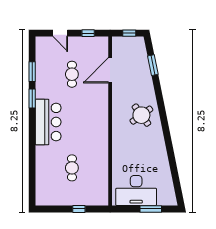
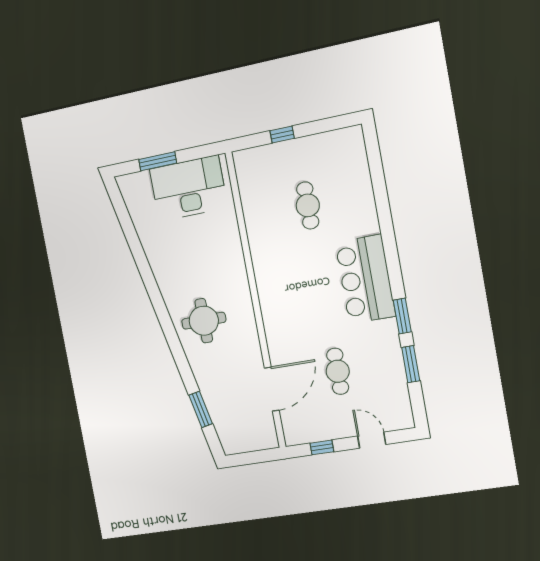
window: (129, 33) -> (251, 458), removed
round table: (141, 115) -> (204, 321), turned 36

